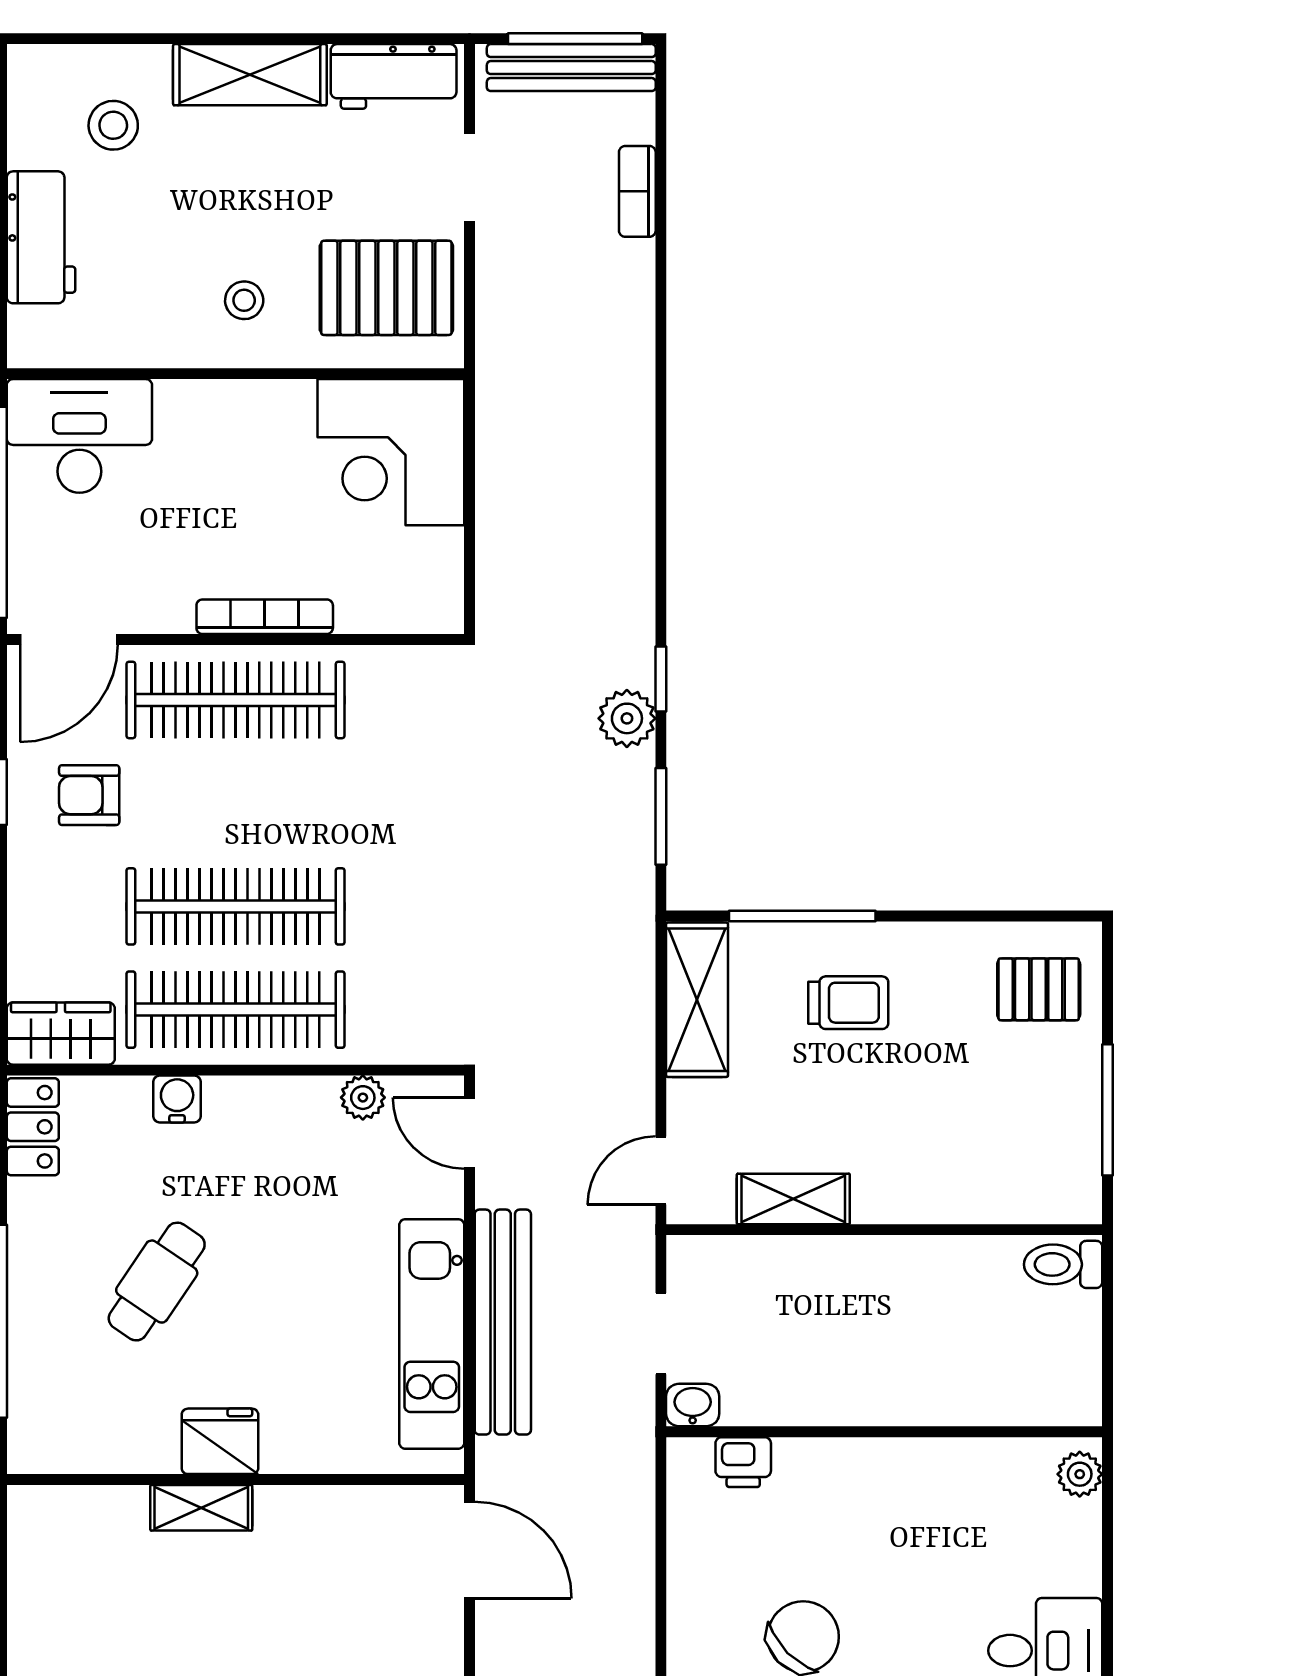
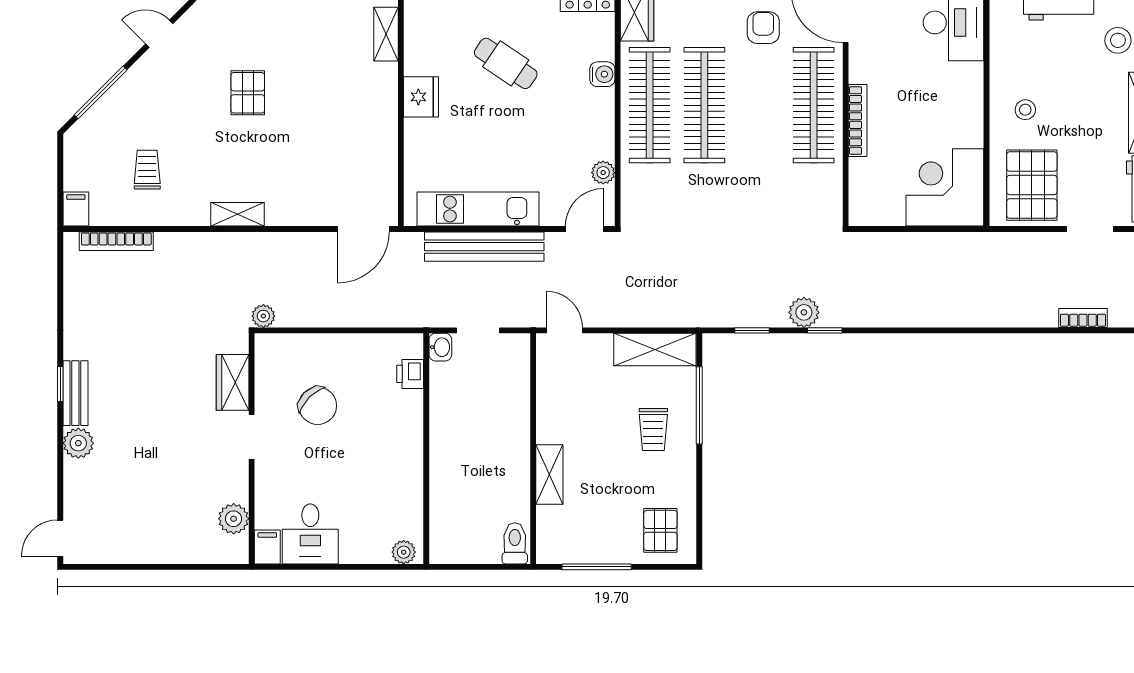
window: (661, 816) -> (752, 330), width x0.67
shelving: (793, 1199) -> (549, 475), moved
shelving: (201, 1508) -> (386, 34), moved

